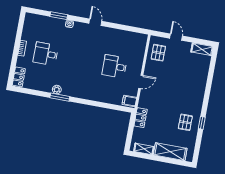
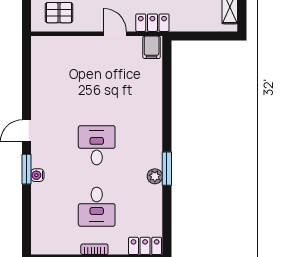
window: (59, 16) -> (27, 169), moved
desk: (115, 66) -> (97, 145), moved, turned 180
locker: (141, 118) -> (152, 23), moved

